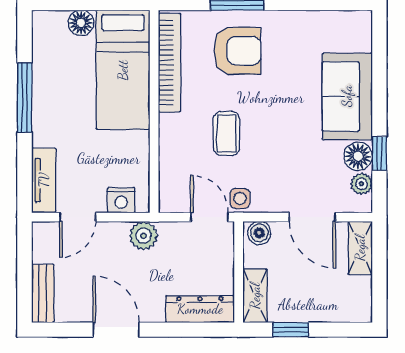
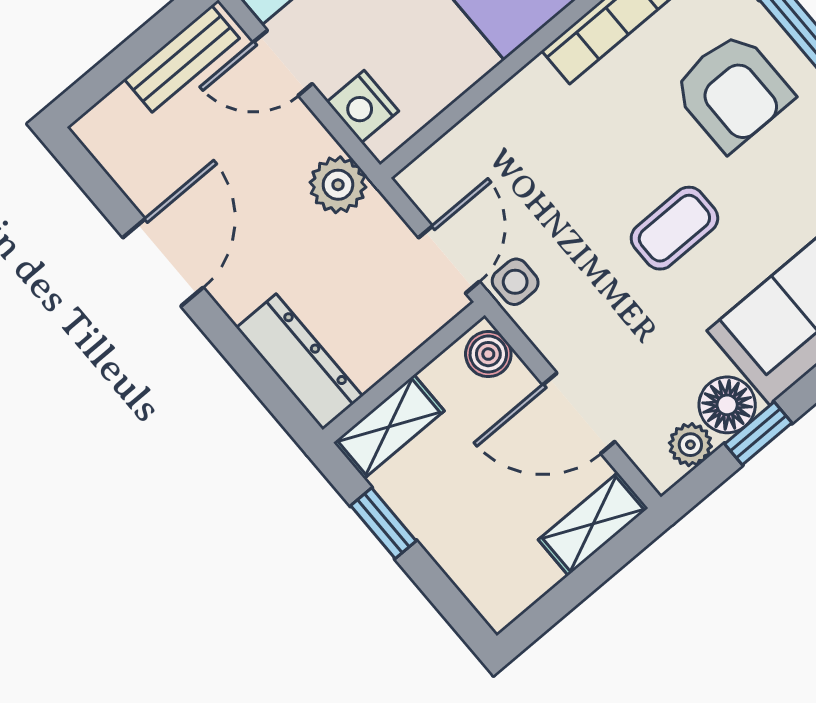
coffee table: (226, 133) -> (674, 228), moved
door: (312, 217) -> (579, 413), hinge flipped
bench: (43, 293) -> (182, 59), moved

